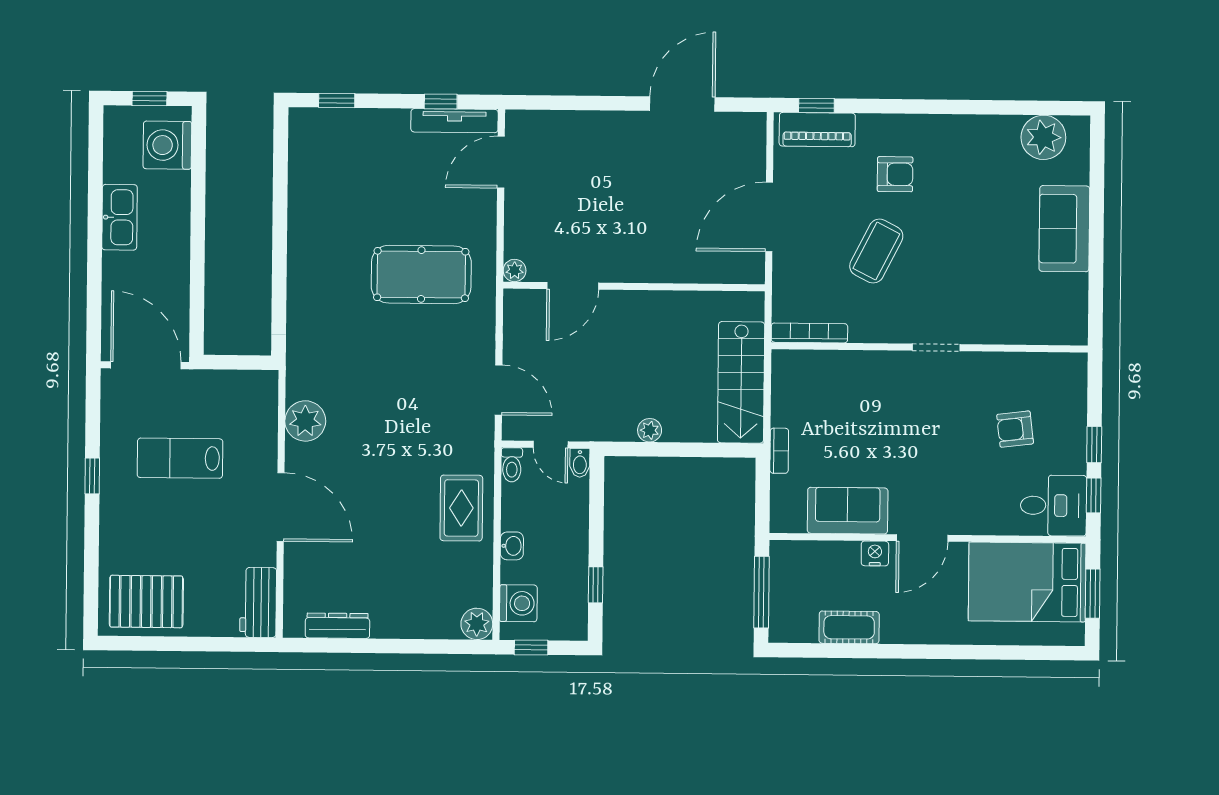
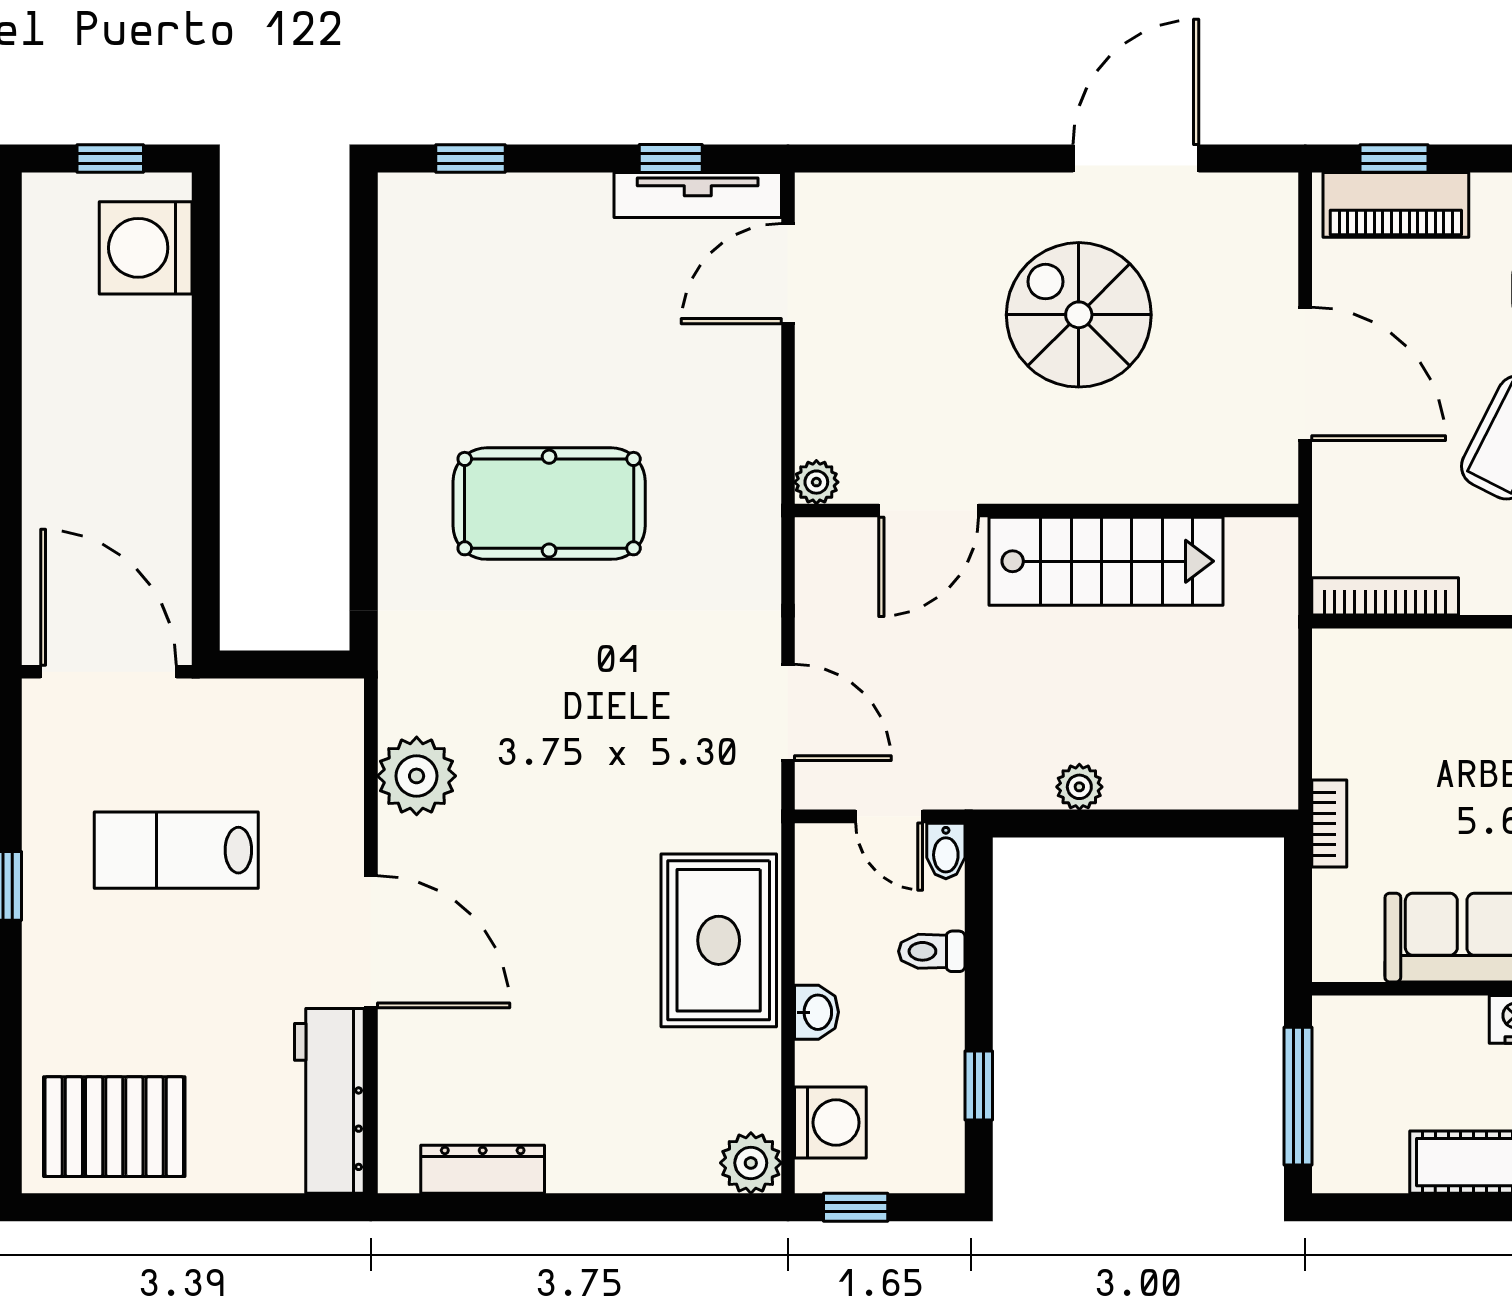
spiral stairs: (652, 185) -> (1079, 315), added
kitchen sink: (120, 217) -> (55, 388), removed
door: (769, 217) -> (1305, 374), swing flipped
pool table: (421, 275) -> (549, 504), moved
stairs: (741, 382) -> (1106, 561), moved, turned -90
toilet: (512, 465) -> (932, 951), moved, turned 90
rug: (461, 508) -> (719, 940), width x1.36, depth x1.43
workbench: (258, 602) -> (329, 1101), width x1.38

